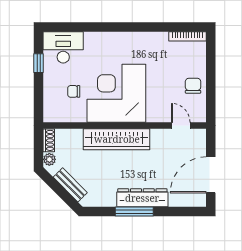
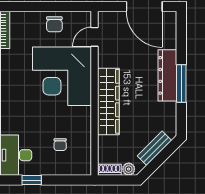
chair: (193, 86) -> (54, 24), turned -90
corner desk: (116, 93) -> (62, 76), moved

